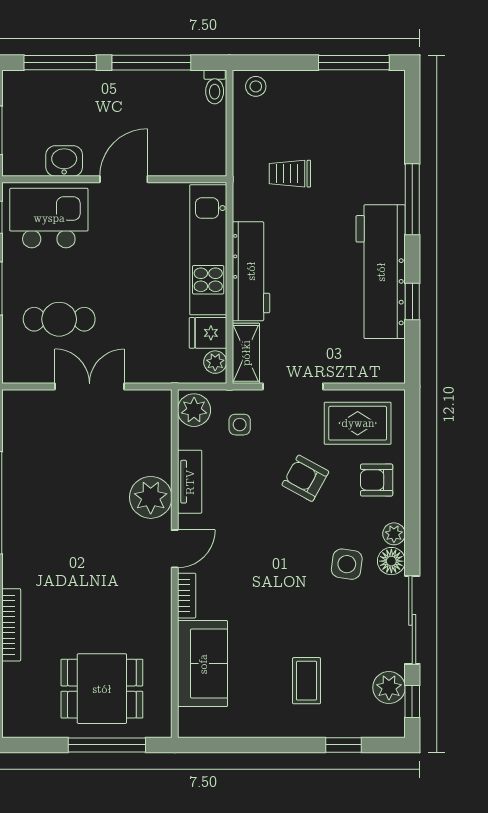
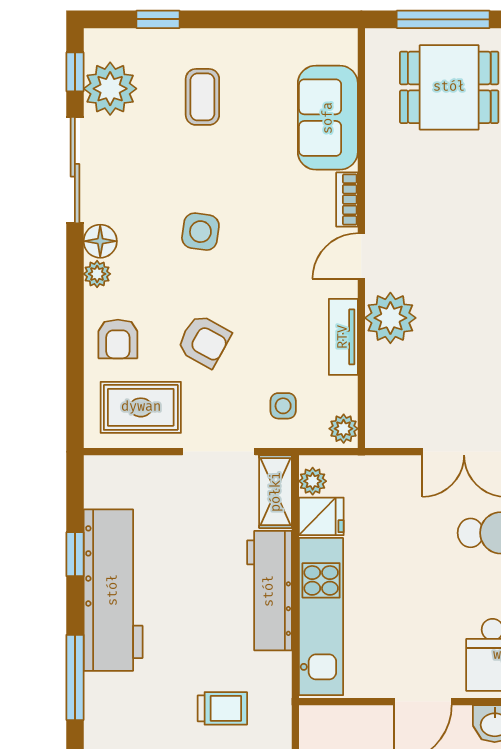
plant: (194, 410) -> (344, 429), width x0.73, depth x0.73
armchair: (377, 480) -> (118, 339), turned 90
side table: (347, 564) -> (200, 232), moved
plant: (389, 688) -> (110, 89), width x1.36, depth x1.36

